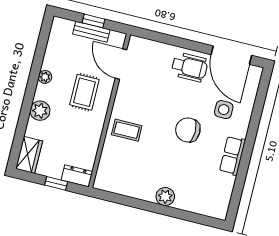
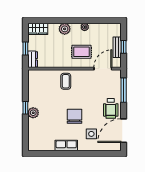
window: (165, 39) -> (124, 90), added
window: (154, 208) -> (25, 108), added

